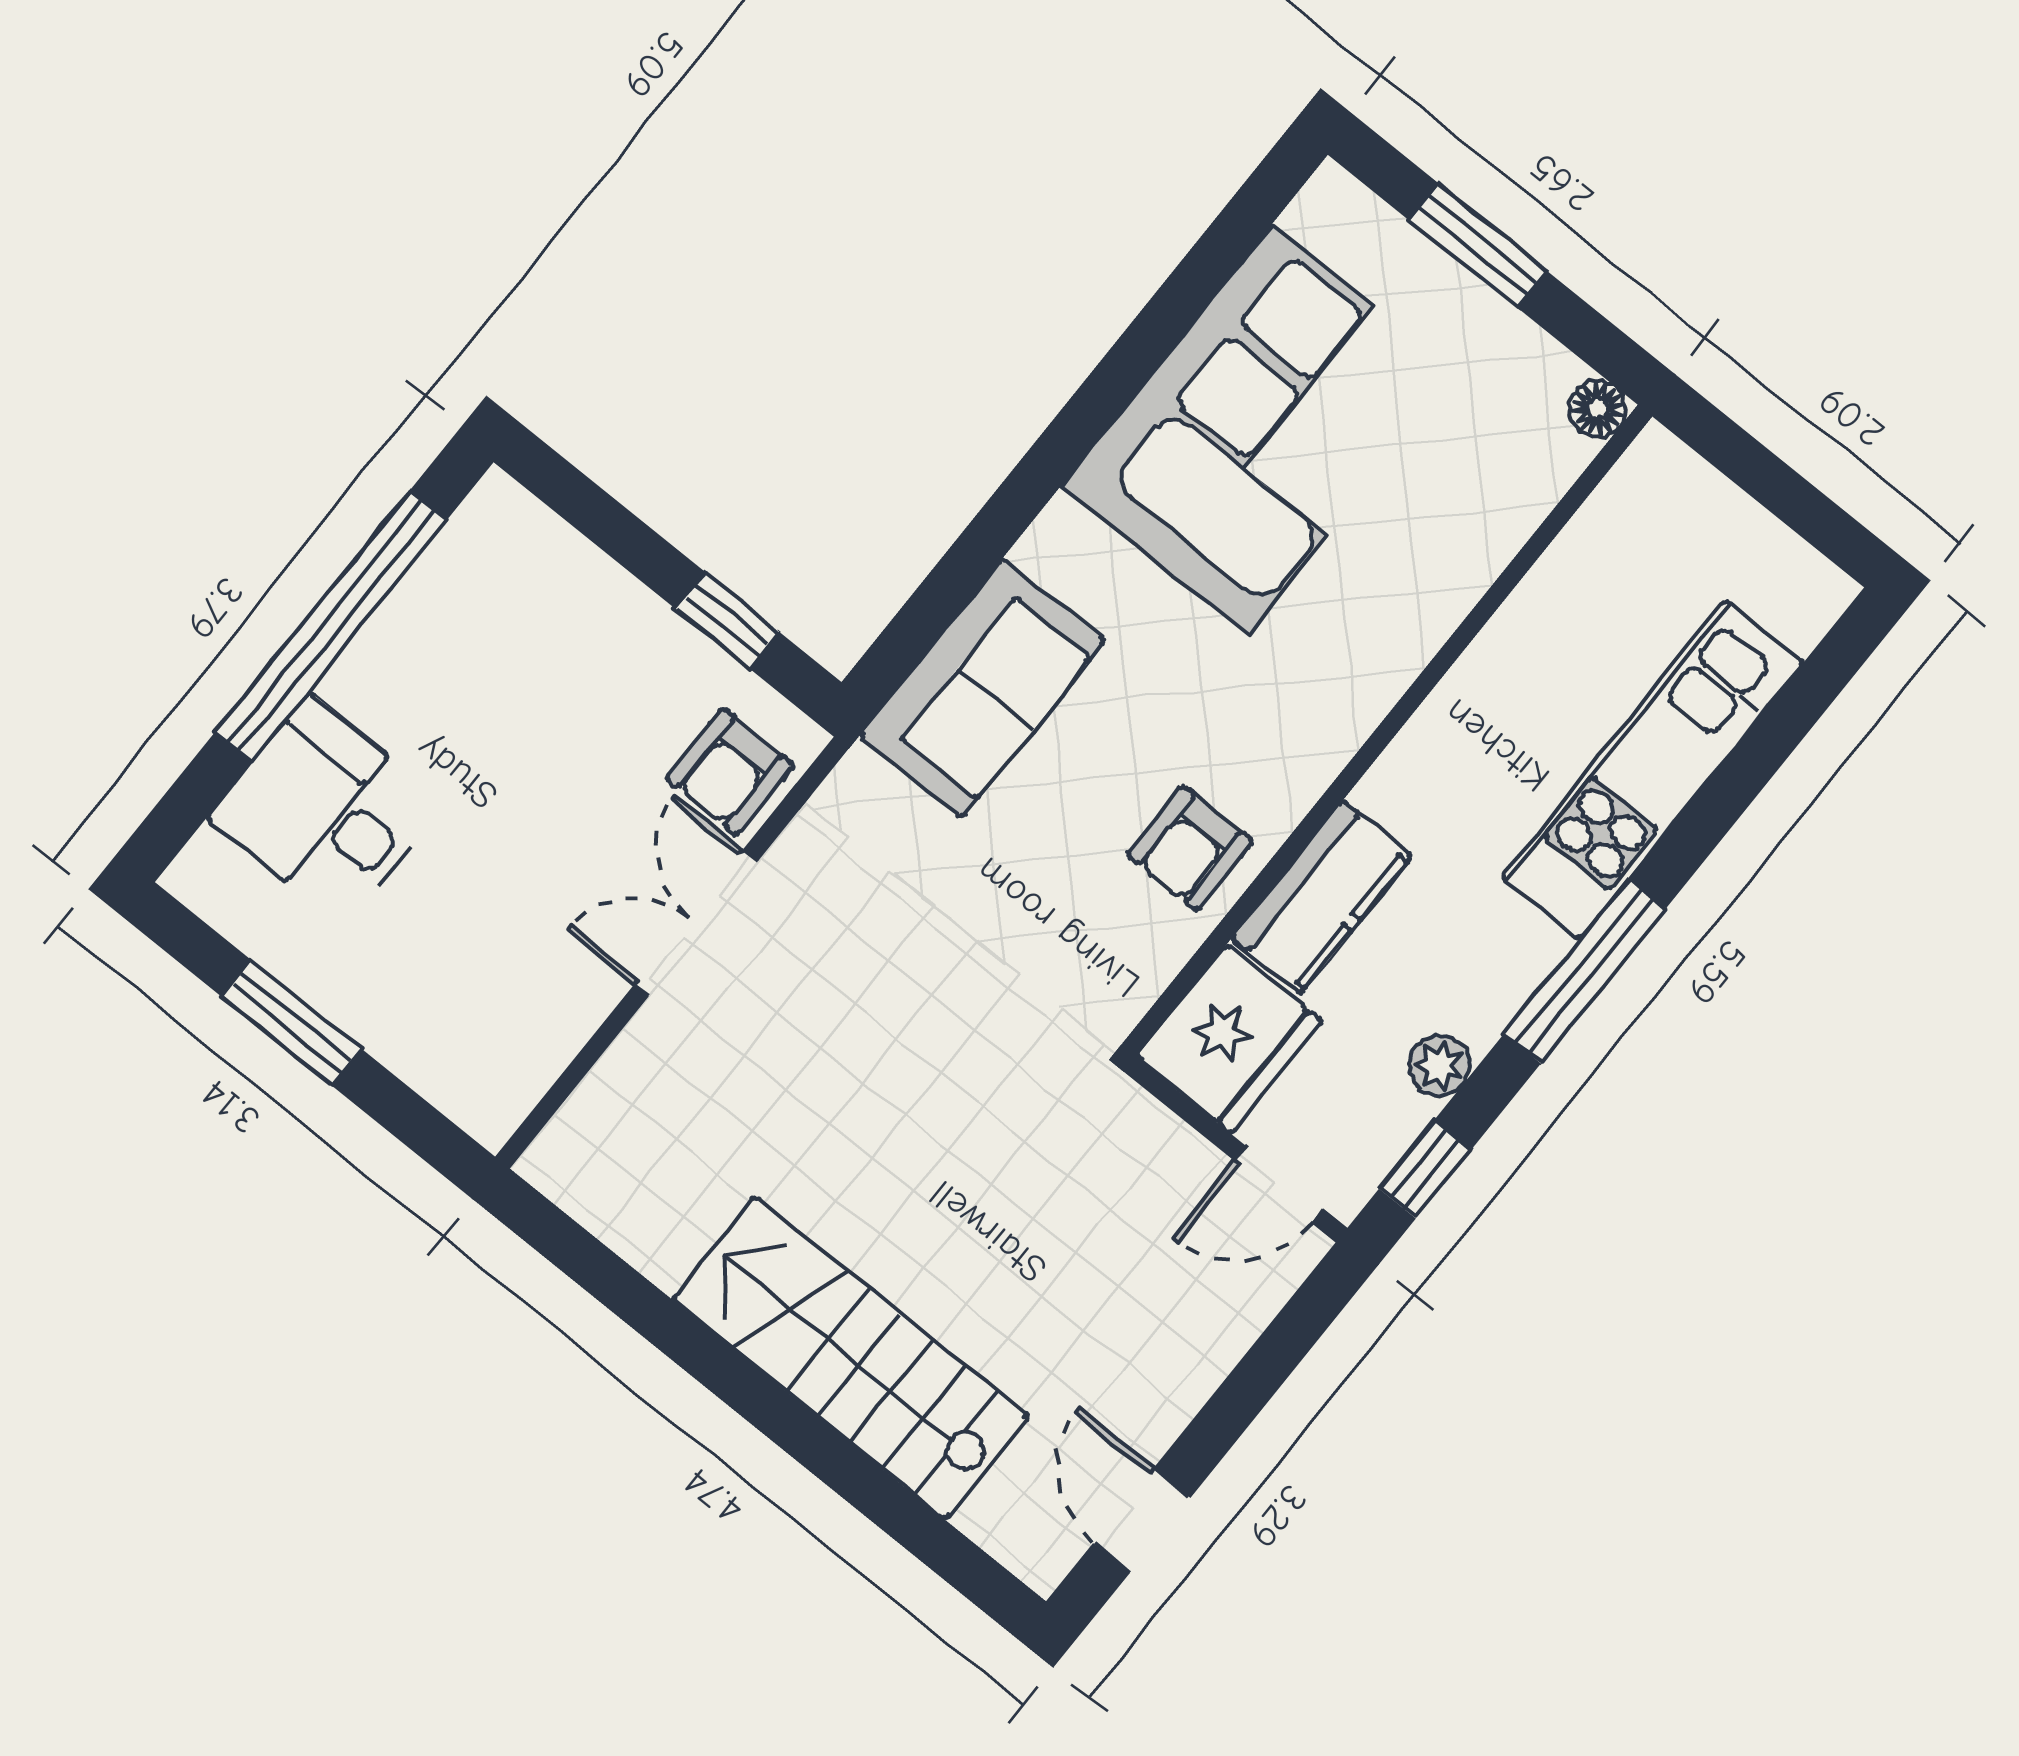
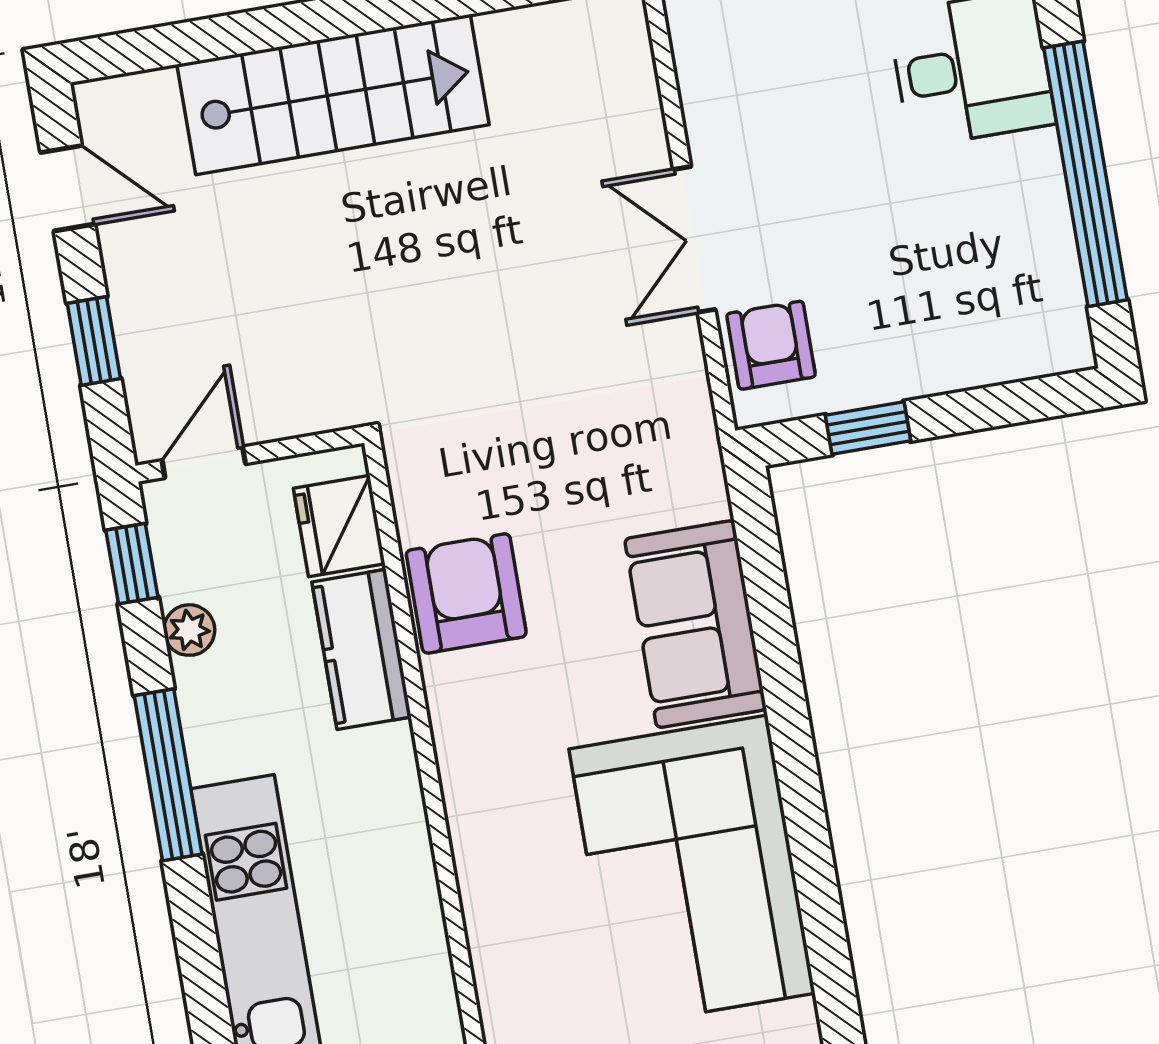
sofa: (982, 688) -> (695, 624), moved
armchair: (1190, 848) -> (466, 593), width x1.38, depth x1.38
double door: (696, 923) -> (694, 239), swing flipped
fridge: (1229, 1039) -> (339, 526), width x0.73, depth x0.75
window: (1257, 1377) -> (94, 341), added

